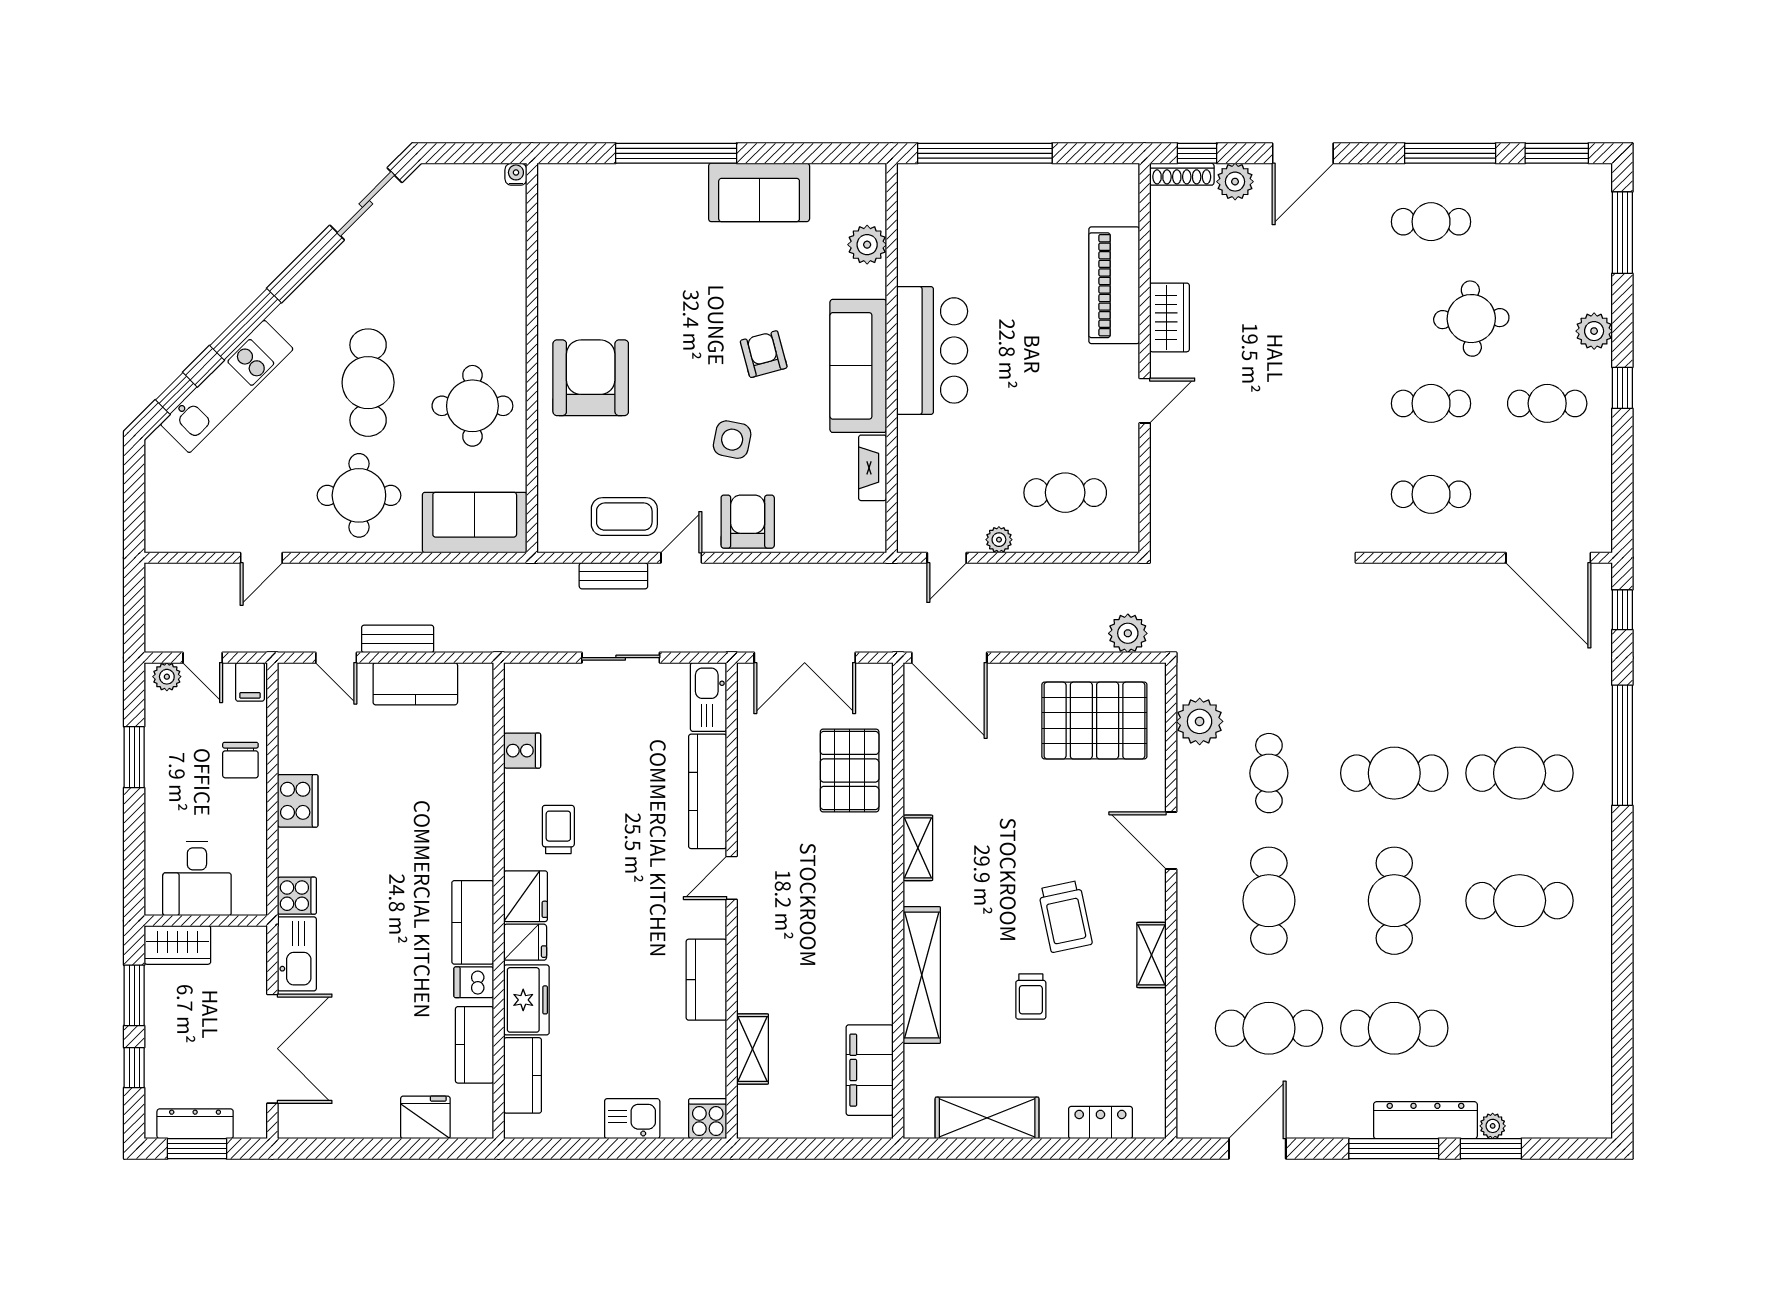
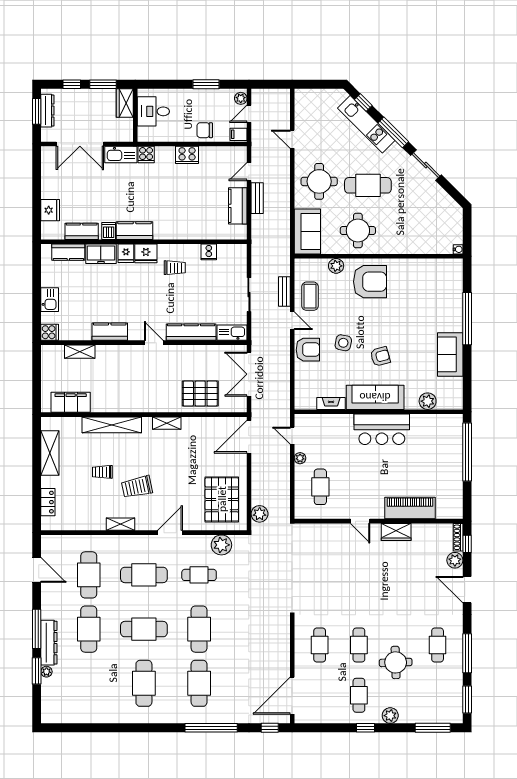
sliding door: (366, 204) -> (426, 165), moved
plant: (554, 456) -> (336, 266), added

